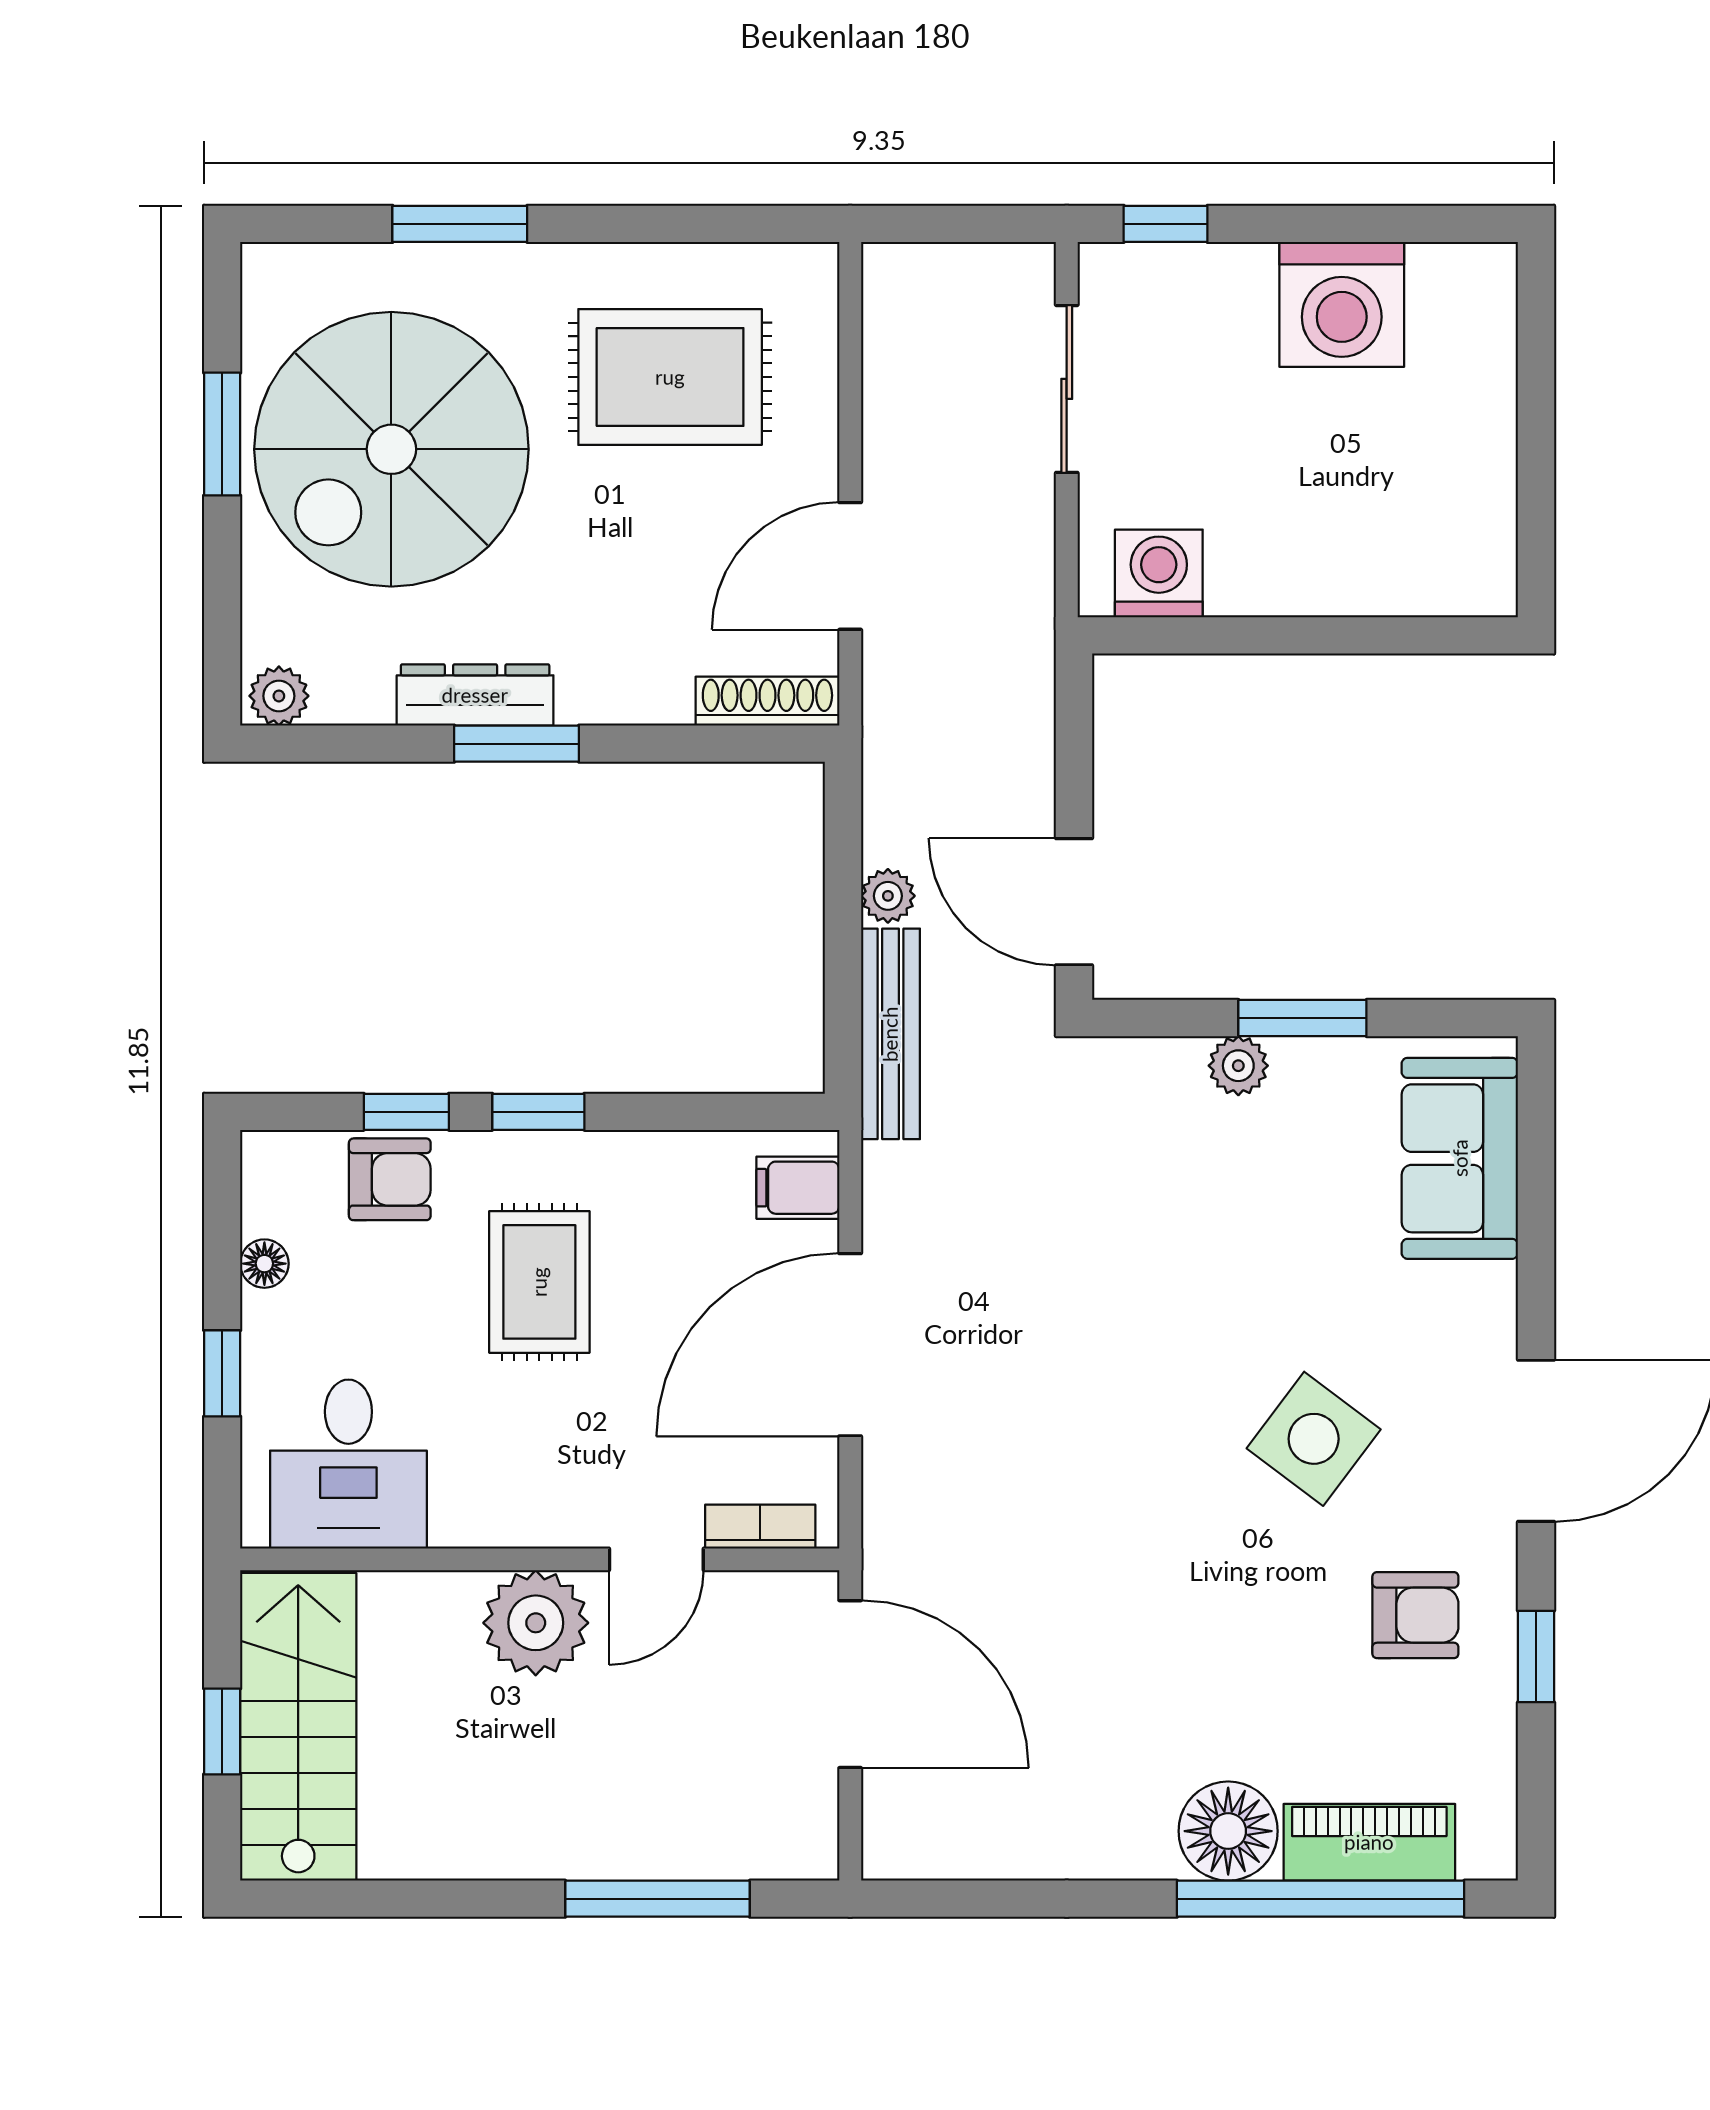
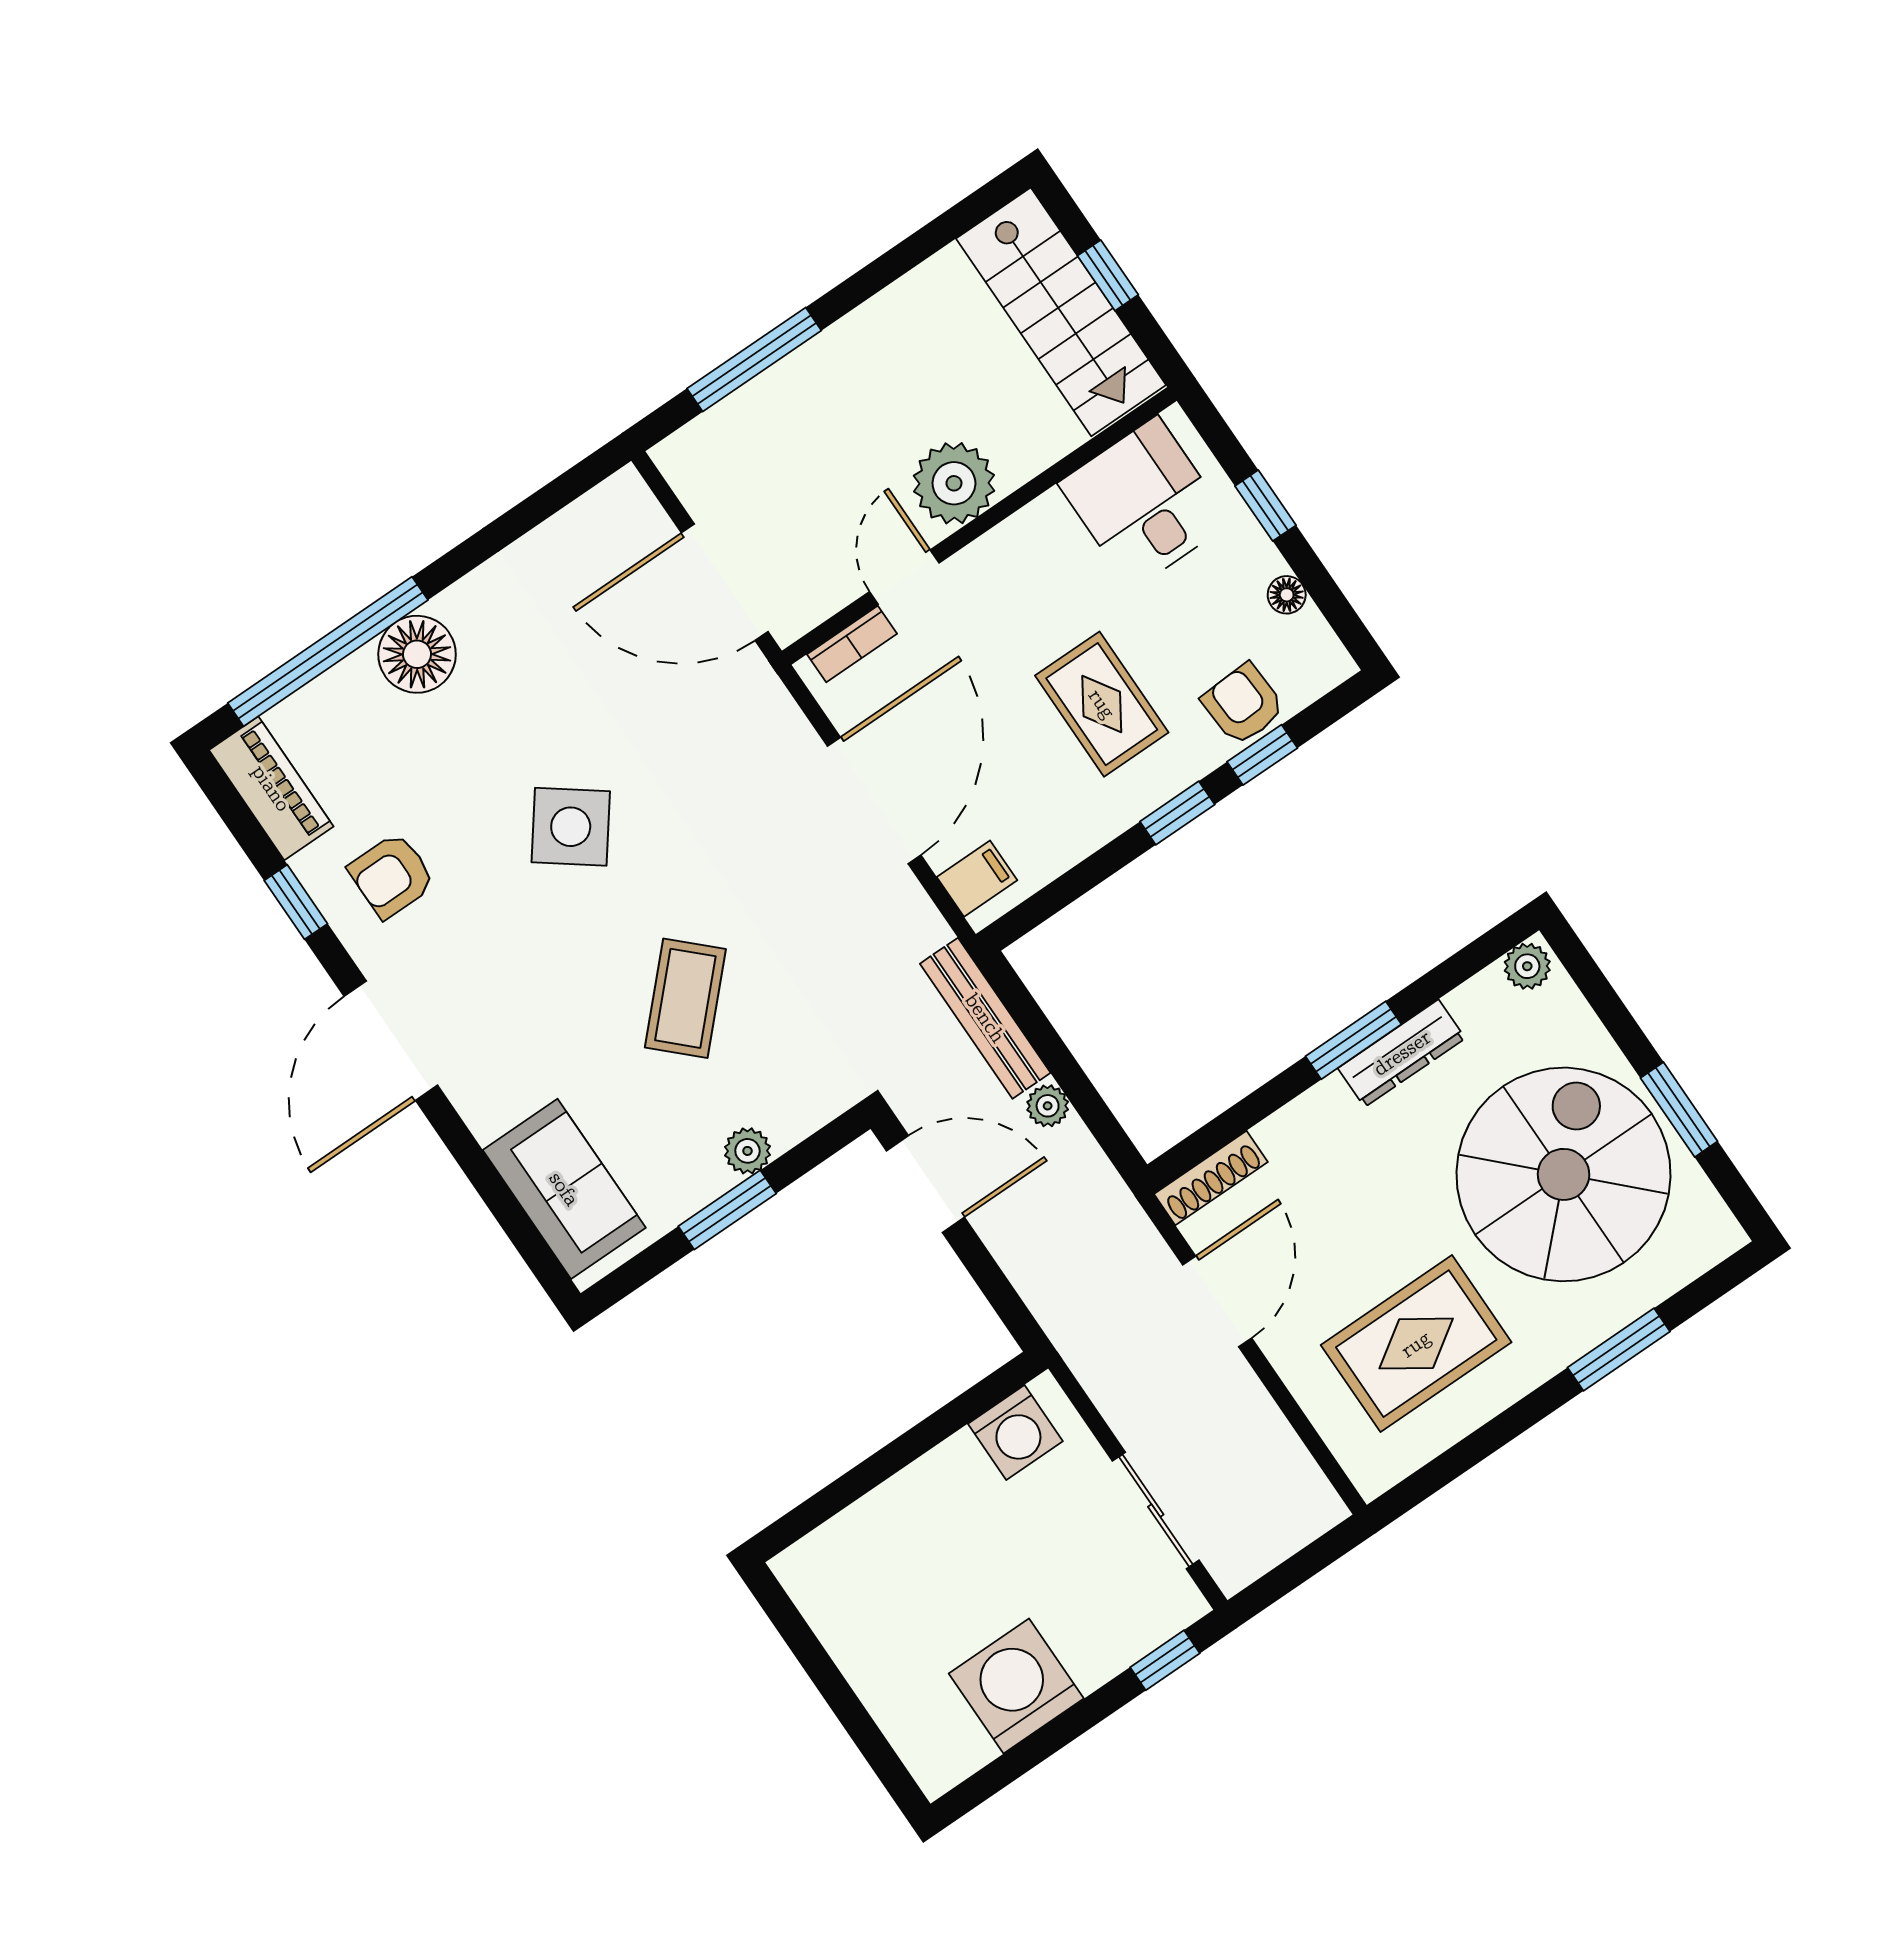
armchair: (390, 1179) -> (1243, 704), turned 87
coffee table: (1193, 1272) -> (685, 998), added
side table: (1314, 1439) -> (571, 827), moved
piano: (1369, 1842) -> (271, 788), moved, turned -90

